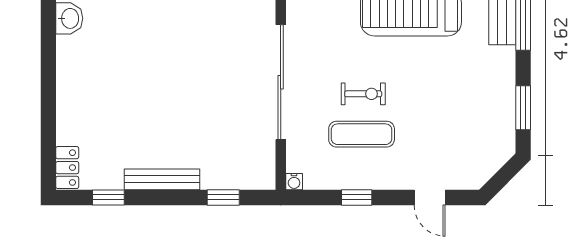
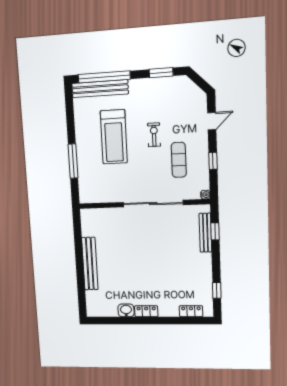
locker: (67, 59) -> (146, 311), added
exercise bike: (363, 94) -> (154, 135), moved
locker: (67, 168) -> (191, 311), moved
bench: (162, 179) -> (205, 233), moved

